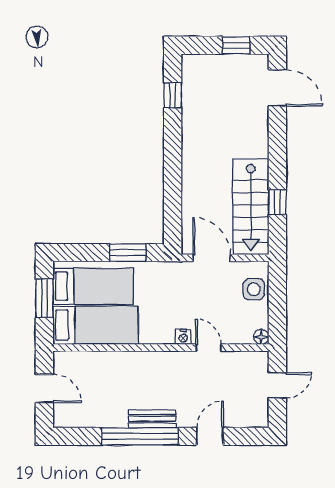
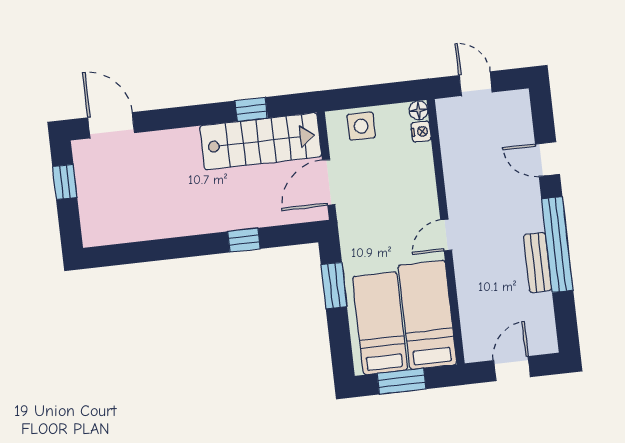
door: (277, 88) -> (111, 125), hinge flipped
window: (173, 95) -> (244, 240), moved
nightstand: (183, 337) -> (421, 132), moved
door: (208, 348) -> (446, 235), moved
bench: (152, 419) -> (537, 263), moved

